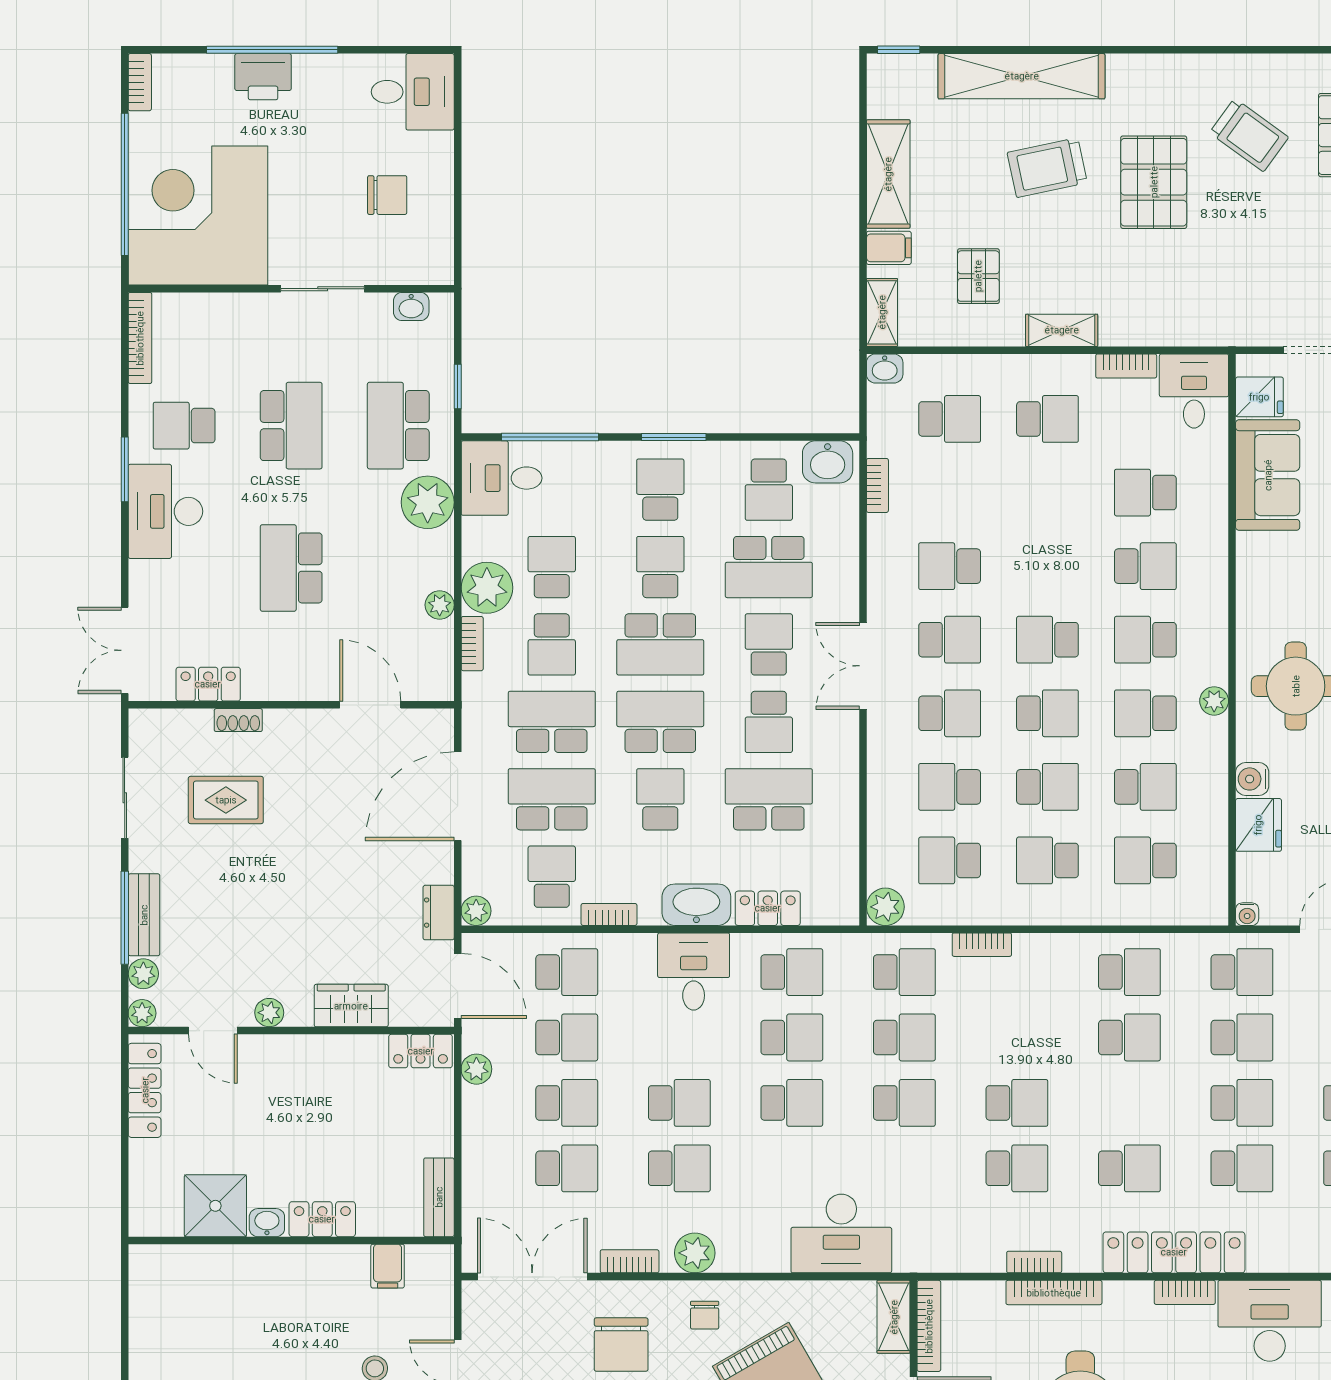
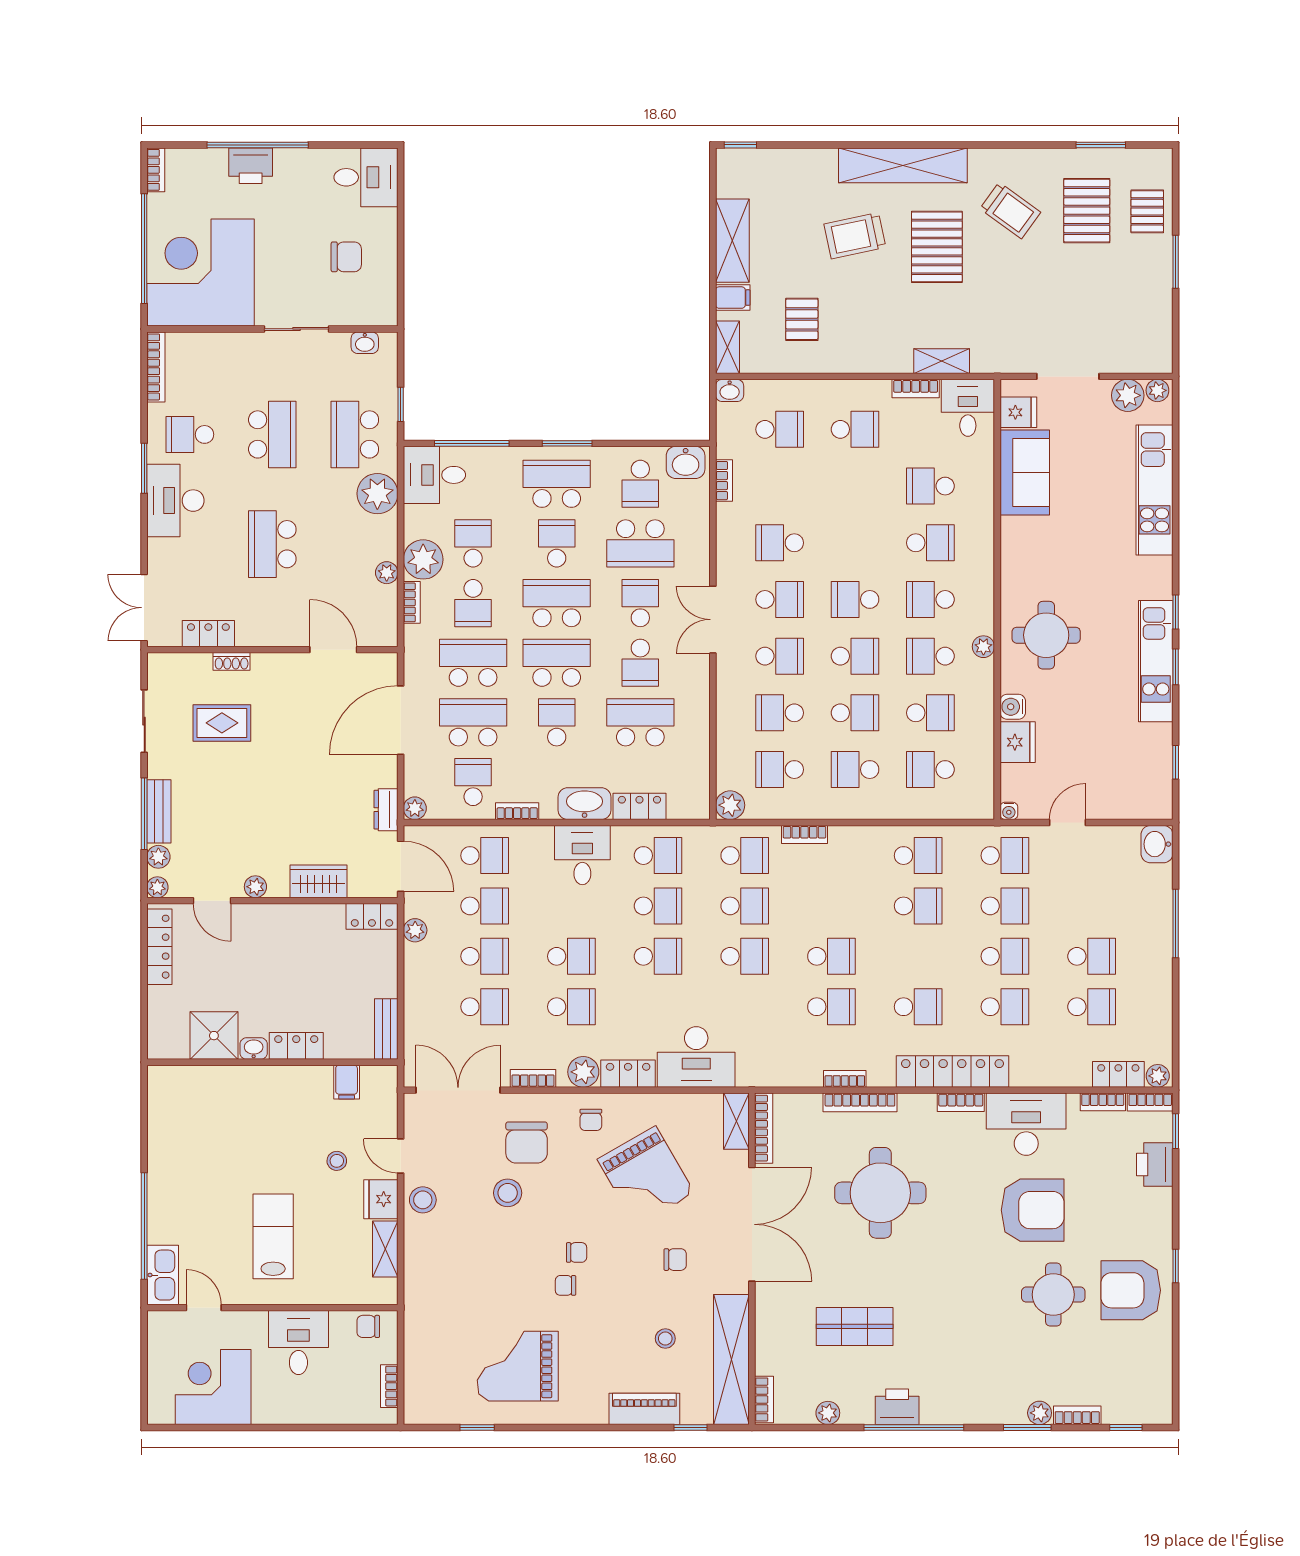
shelving: (1022, 76) -> (903, 165), moved
shelving: (1062, 330) -> (942, 361), moved
school desk: (660, 490) -> (557, 484), width x1.85
school desk: (660, 644) -> (557, 603), turned 180
locker: (753, 1255) -> (628, 1074), added

